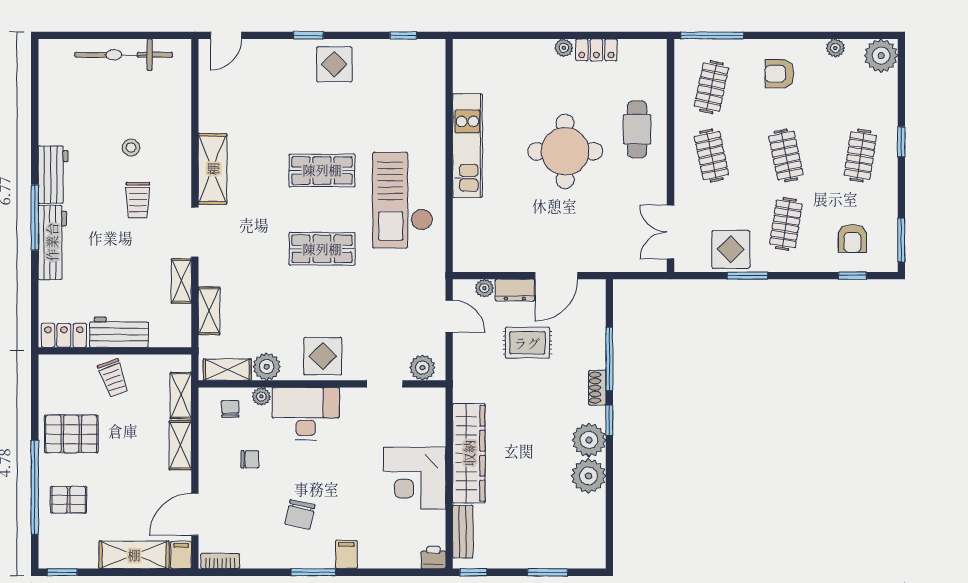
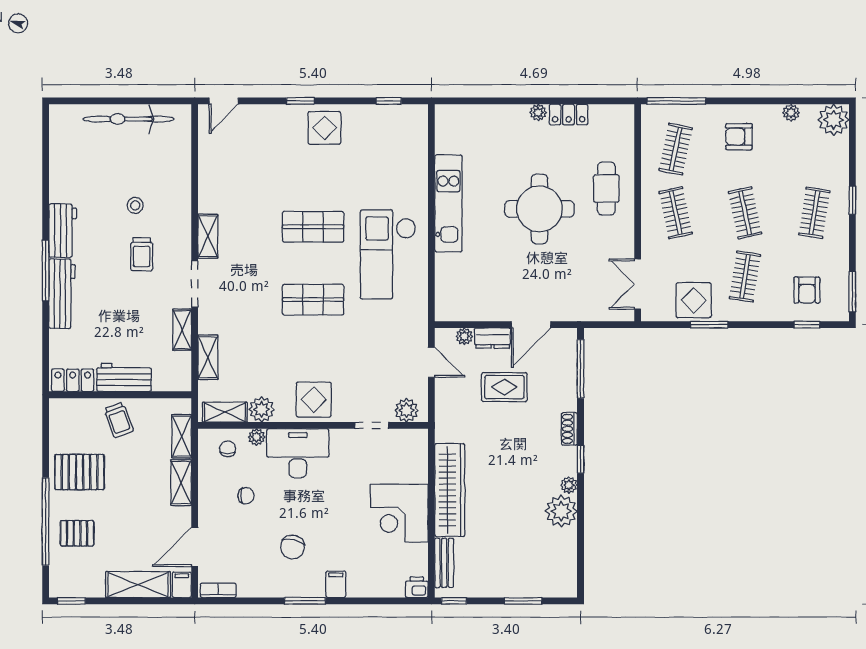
shelving: (213, 169) -> (208, 236), width x0.67, depth x0.75
window: (609, 359) -> (581, 369), moved
plant: (589, 440) -> (569, 485), width x0.53, depth x0.53

